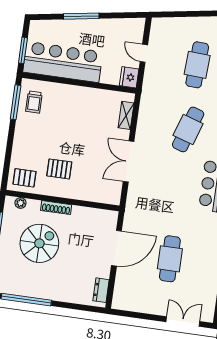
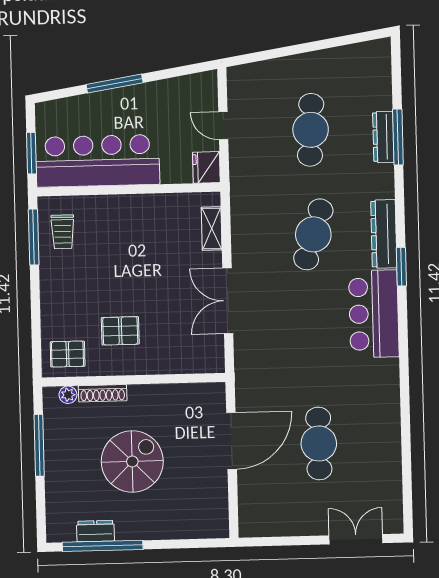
shoe rack: (56, 208) -> (103, 393), moved
spiral stairs: (39, 243) -> (132, 461), moved
dresser: (101, 290) -> (96, 531), moved, turned 90

